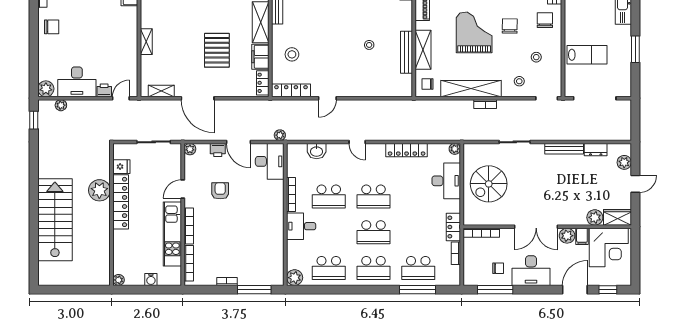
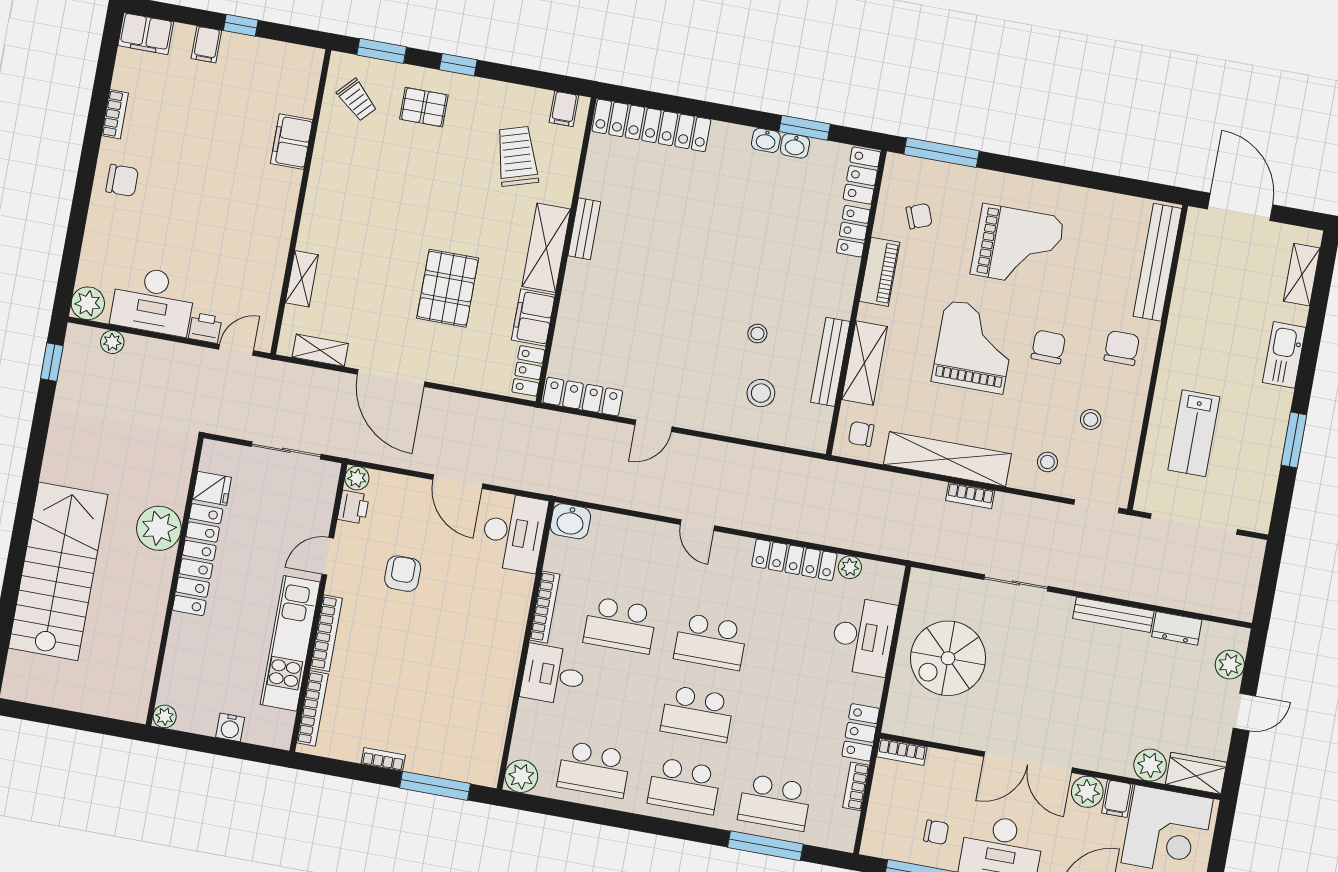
shelving: (146, 42) -> (302, 279), moved
stool: (292, 54) -> (761, 393), moved
lab bench: (587, 55) -> (1194, 433), turned 90
plant: (280, 135) -> (544, 483), removed
plant: (455, 149) -> (850, 567), moved
printer: (218, 150) -> (353, 507), moved, turned -90
washbasin: (317, 151) -> (570, 521), moved
bookcase: (481, 233) -> (902, 752), width x0.64

